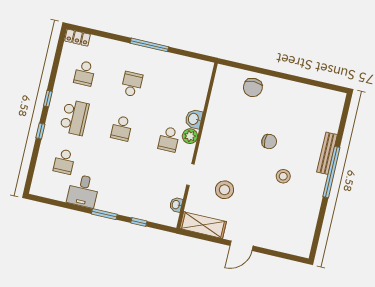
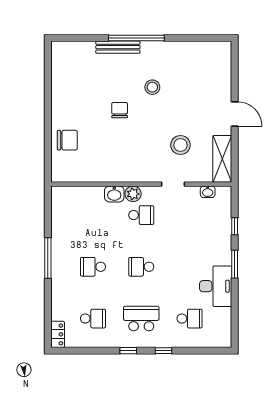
school desk: (122, 128) -> (141, 267), turned 180
desk: (83, 191) -> (216, 286), width x1.37

